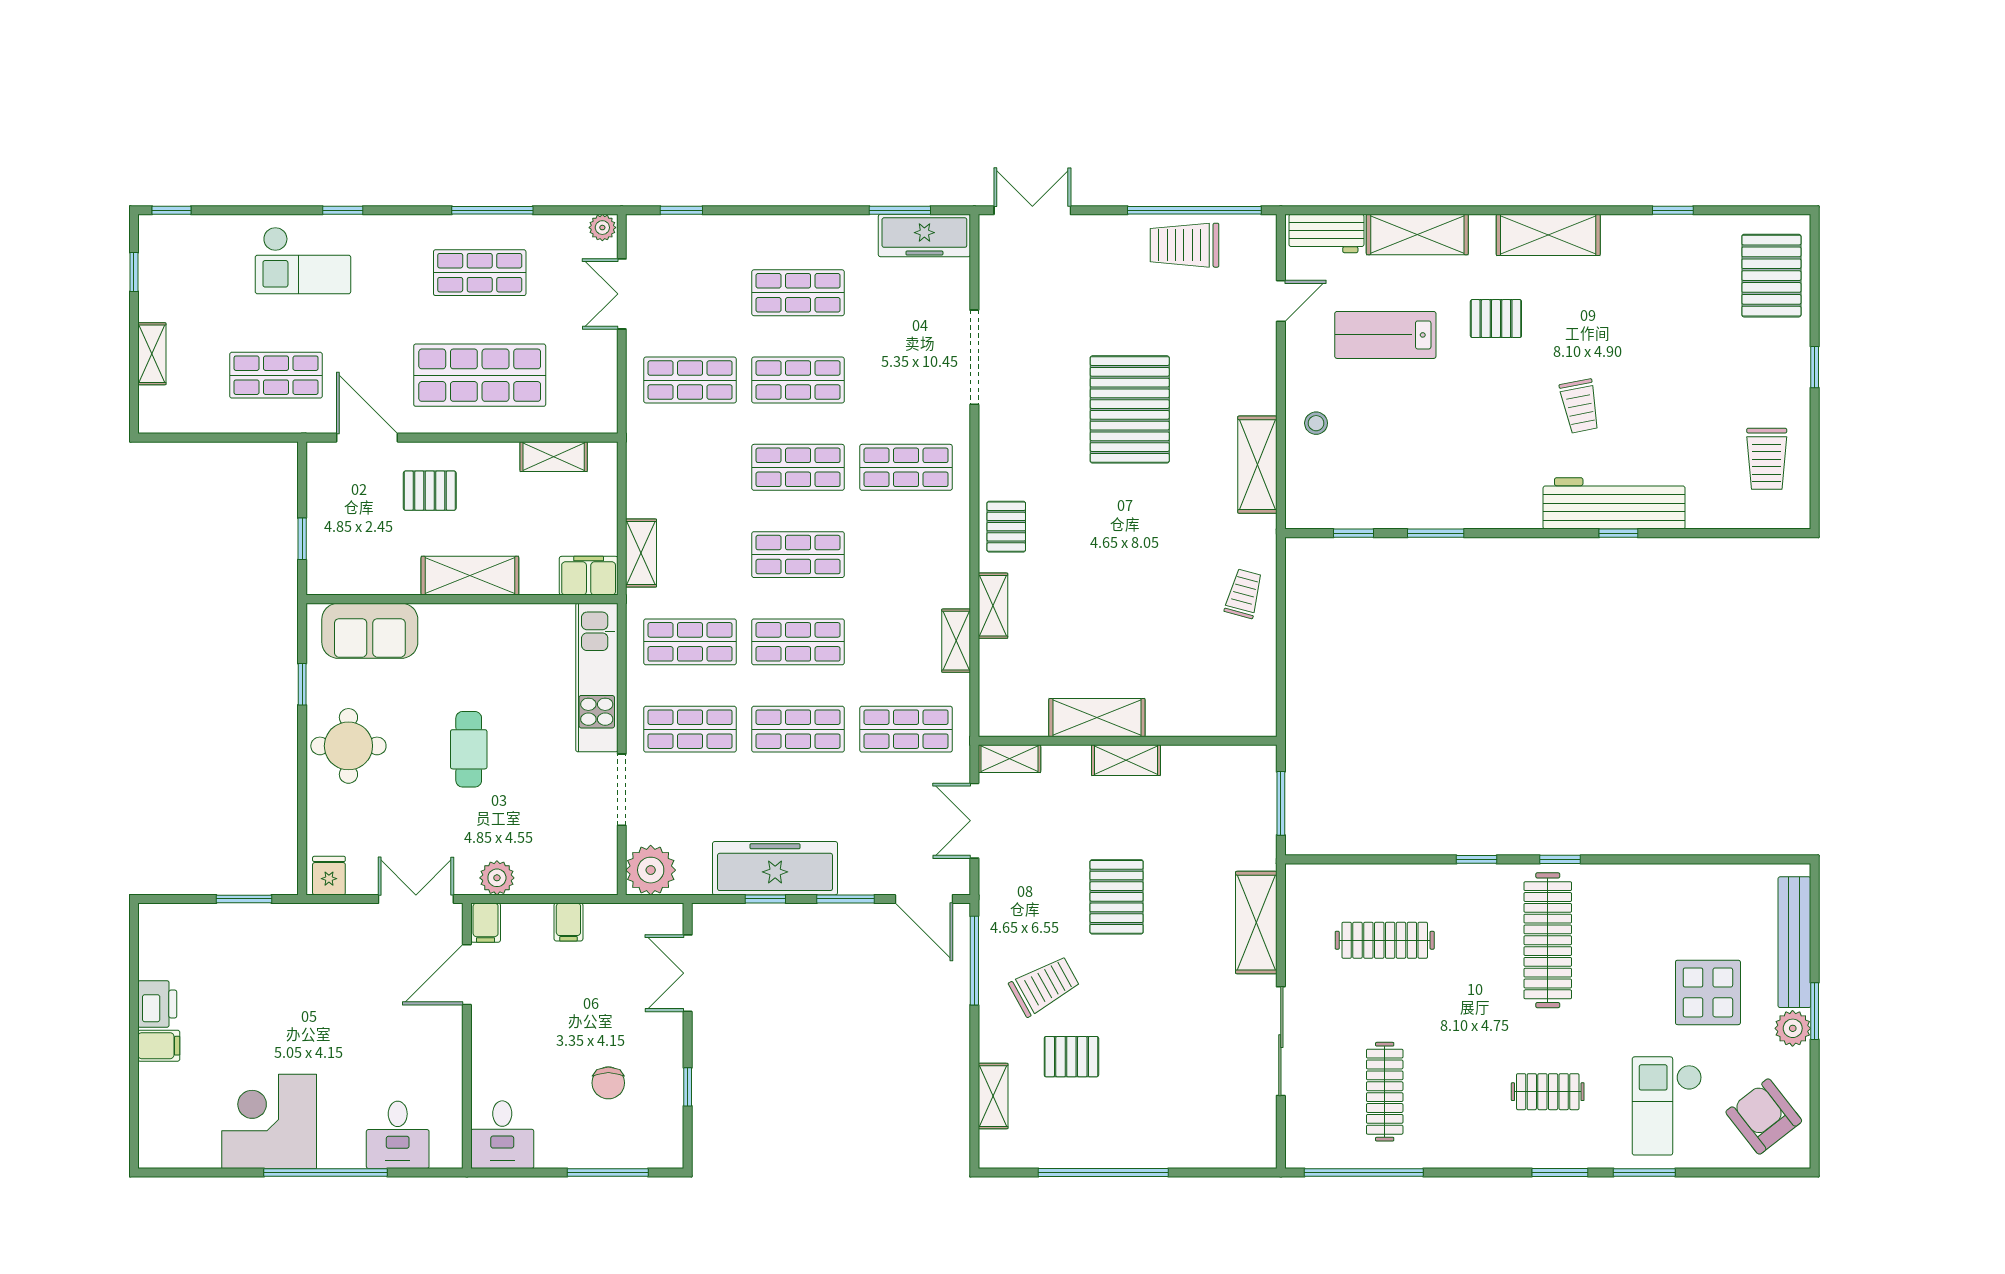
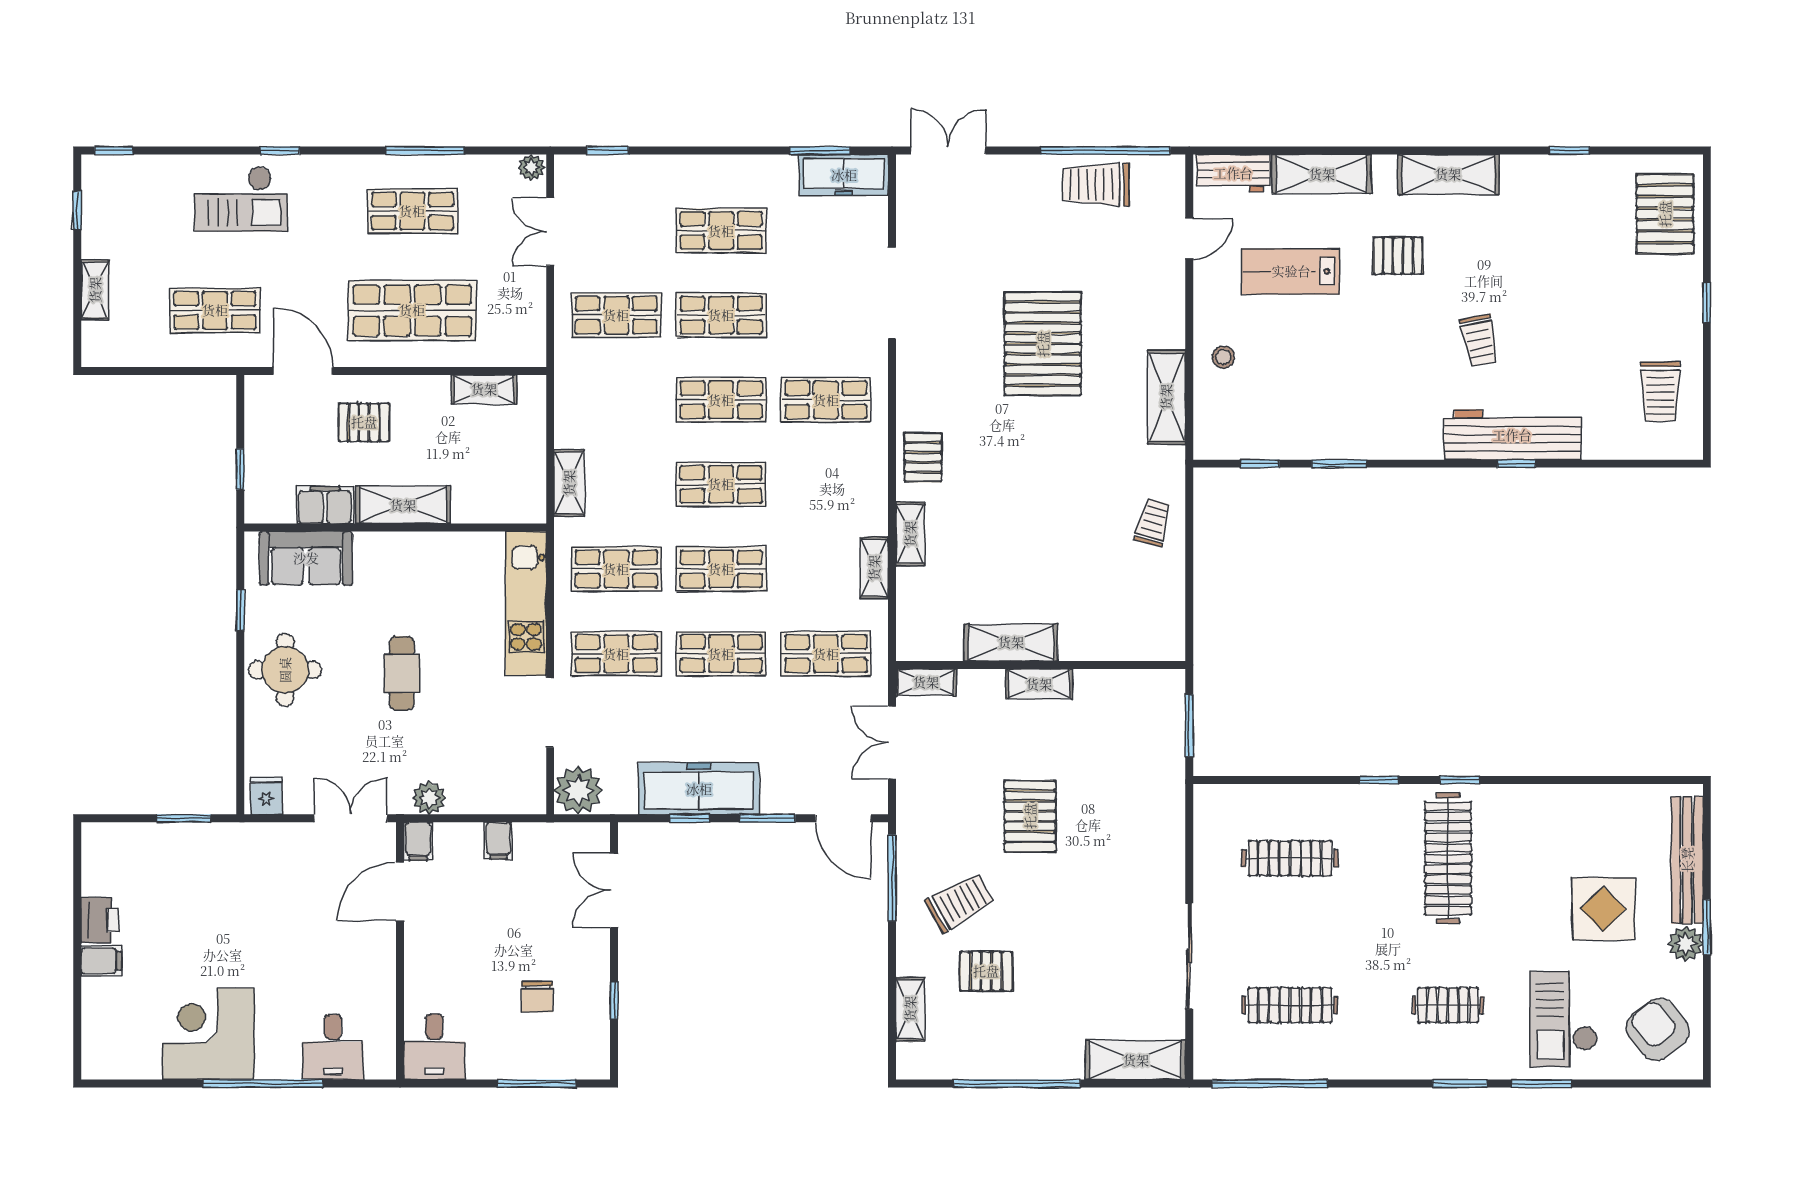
filing cabinet: (589, 576) -> (325, 505), moved
shelving: (1256, 923) -> (1136, 1060), moved, turned 90
clothes rail: (1385, 1092) -> (1290, 1005), turned 90

